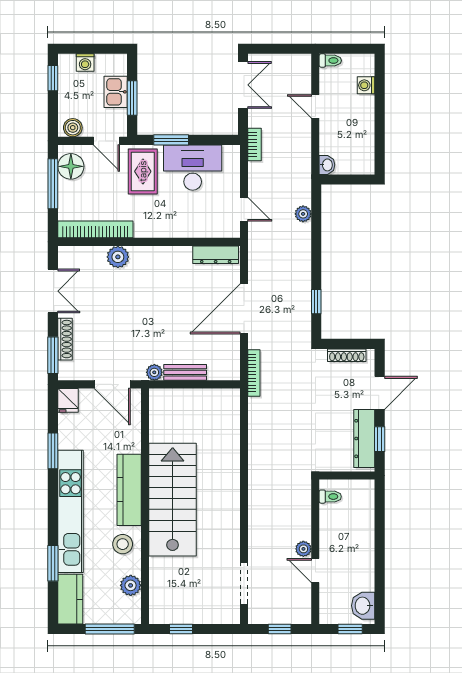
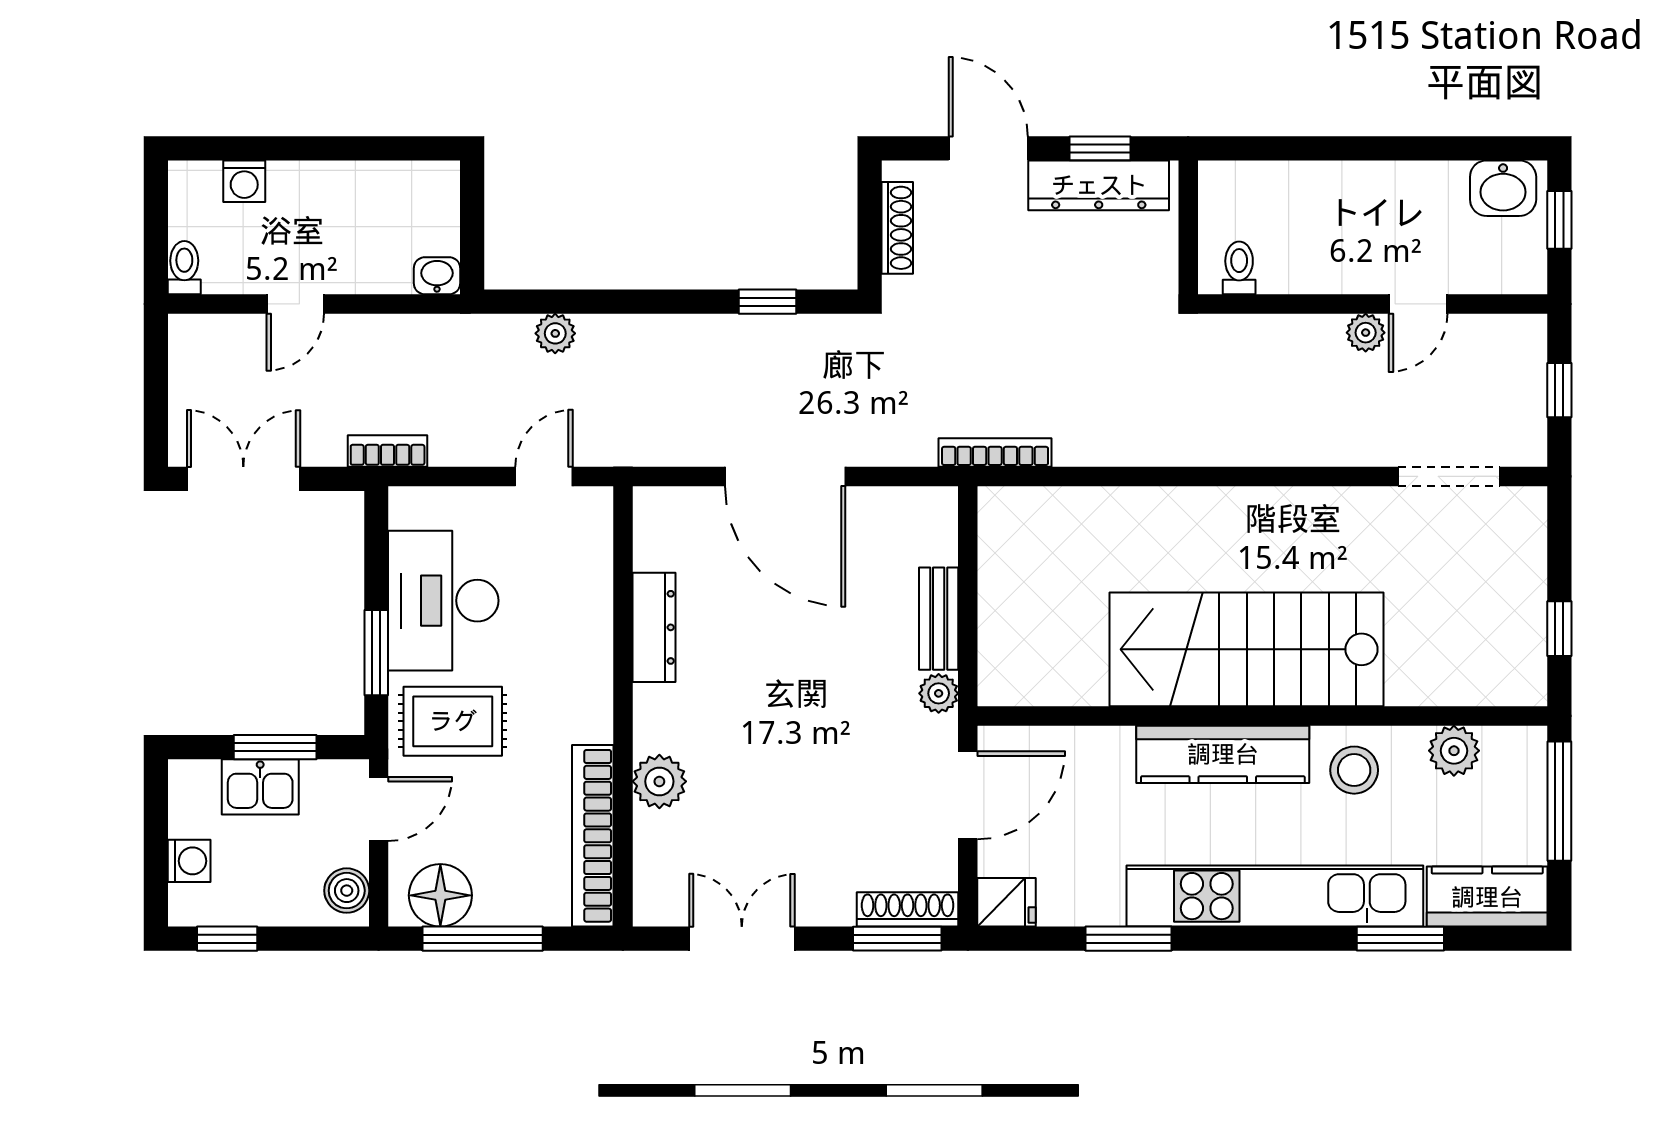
dresser: (216, 255) -> (654, 627), moved
shoe rack: (65, 339) -> (908, 909), moved
bookcase: (254, 373) -> (995, 452), moved

